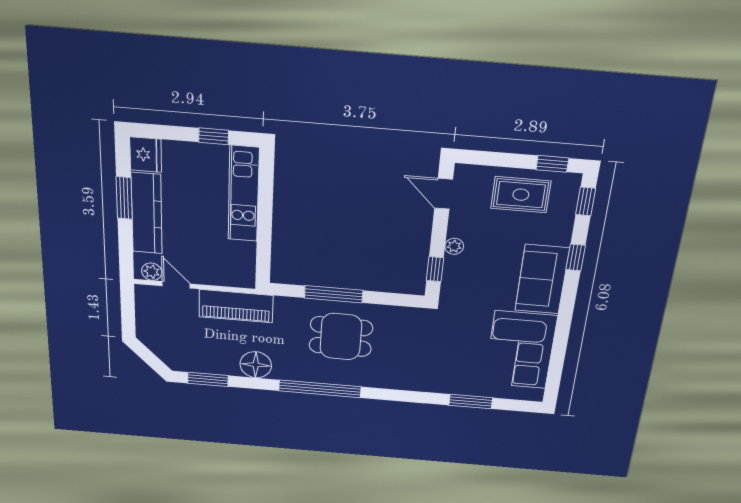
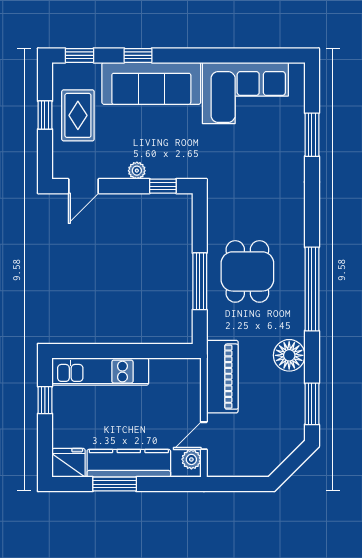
window: (552, 164) -> (45, 115), moved
sofa: (542, 279) -> (151, 83), width x1.36

